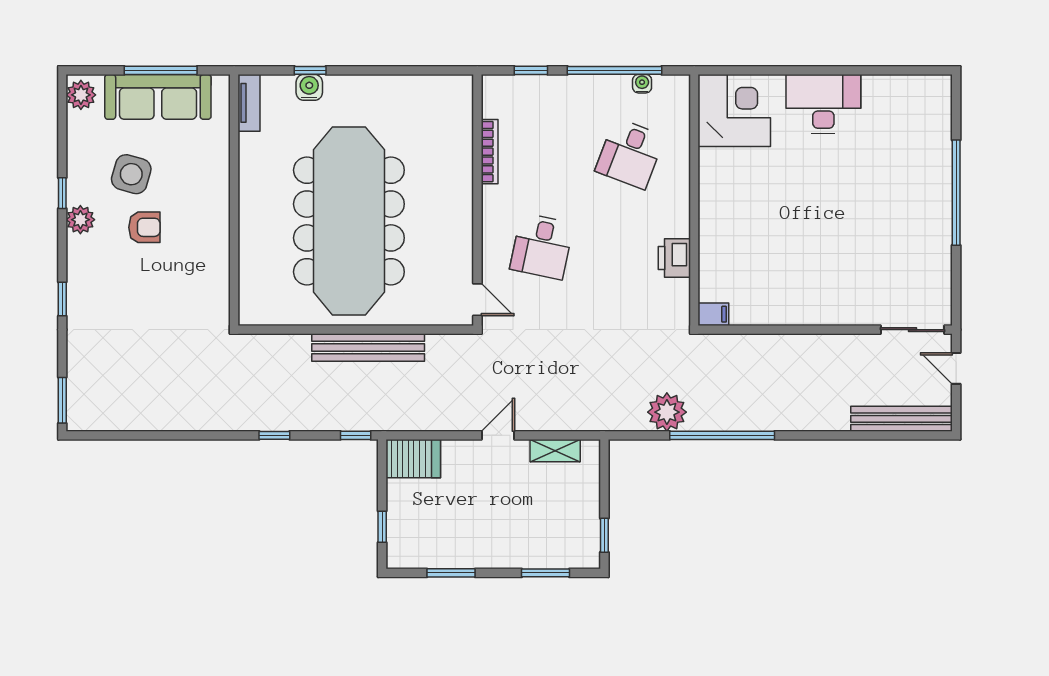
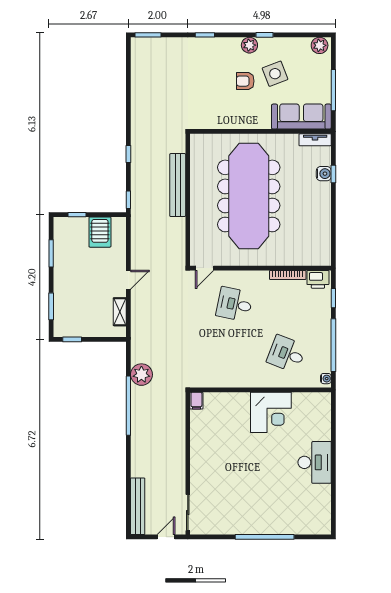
water cooler: (642, 84) -> (326, 379), moved
sofa: (158, 97) -> (301, 117), moved, turned 90
corner desk: (734, 110) -> (271, 412), moved
side table: (131, 174) -> (275, 74), turned -37
meeting table: (349, 221) -> (249, 196), turned 90
armchair: (144, 227) -> (245, 81), turned 90
printer: (674, 258) -> (318, 279), moved, turned 180
bench: (368, 348) -> (178, 185), moved
door: (498, 435) -> (128, 280), hinge flipped
server rack: (413, 459) -> (100, 232), moved

